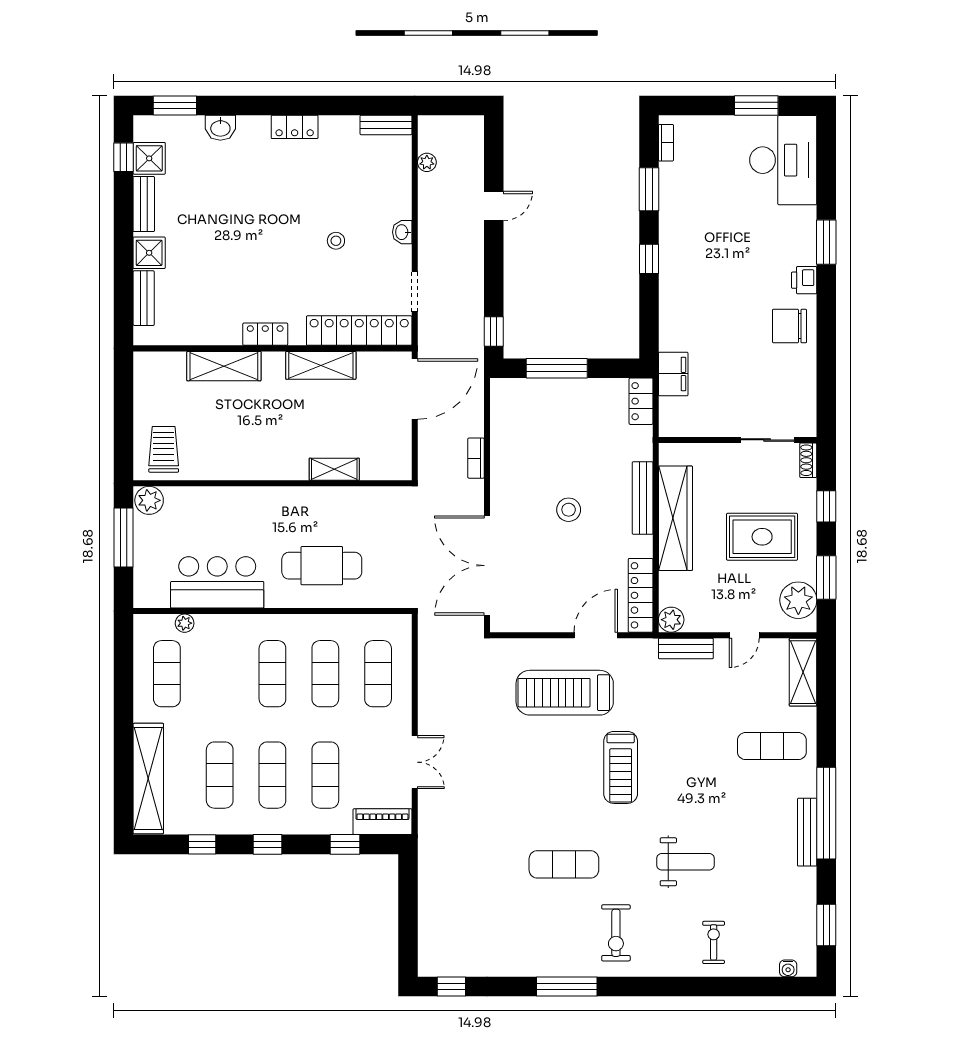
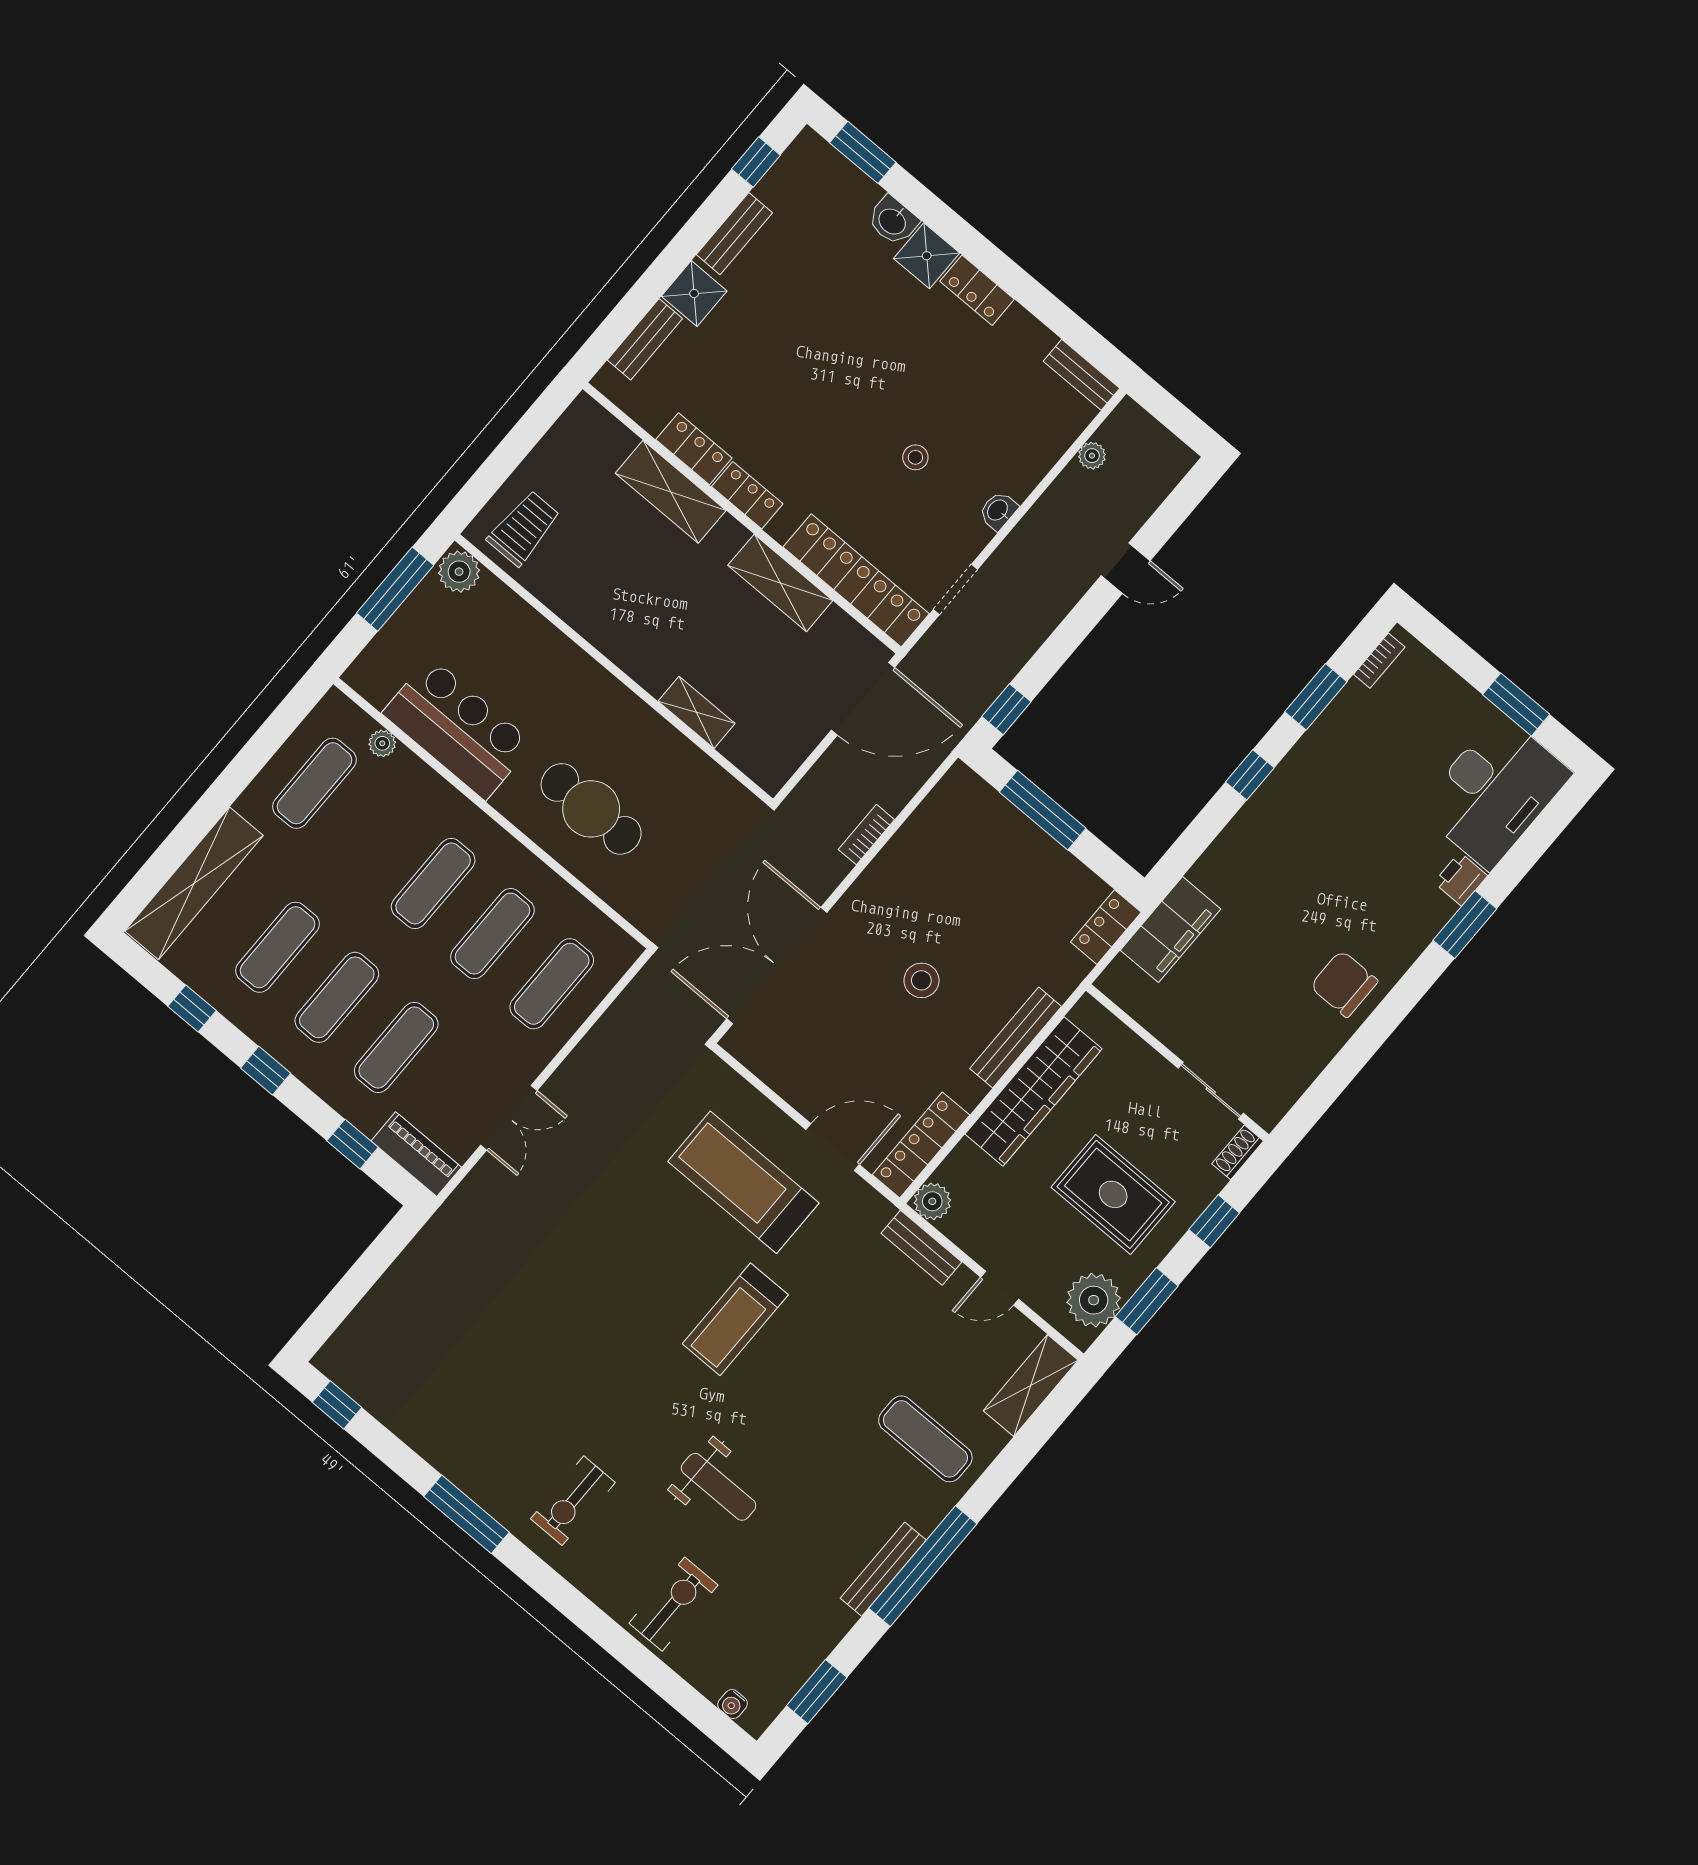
shower: (149, 158) -> (927, 256), moved
printer: (804, 280) -> (1461, 879), moved
locker: (217, 333) -> (694, 449), added
filing cabinet: (673, 374) -> (1171, 930), width x1.50, depth x1.17
exercise mat: (564, 864) -> (579, 1374), removed
exercise bike: (714, 942) -> (673, 1604), width x1.38, depth x1.39

